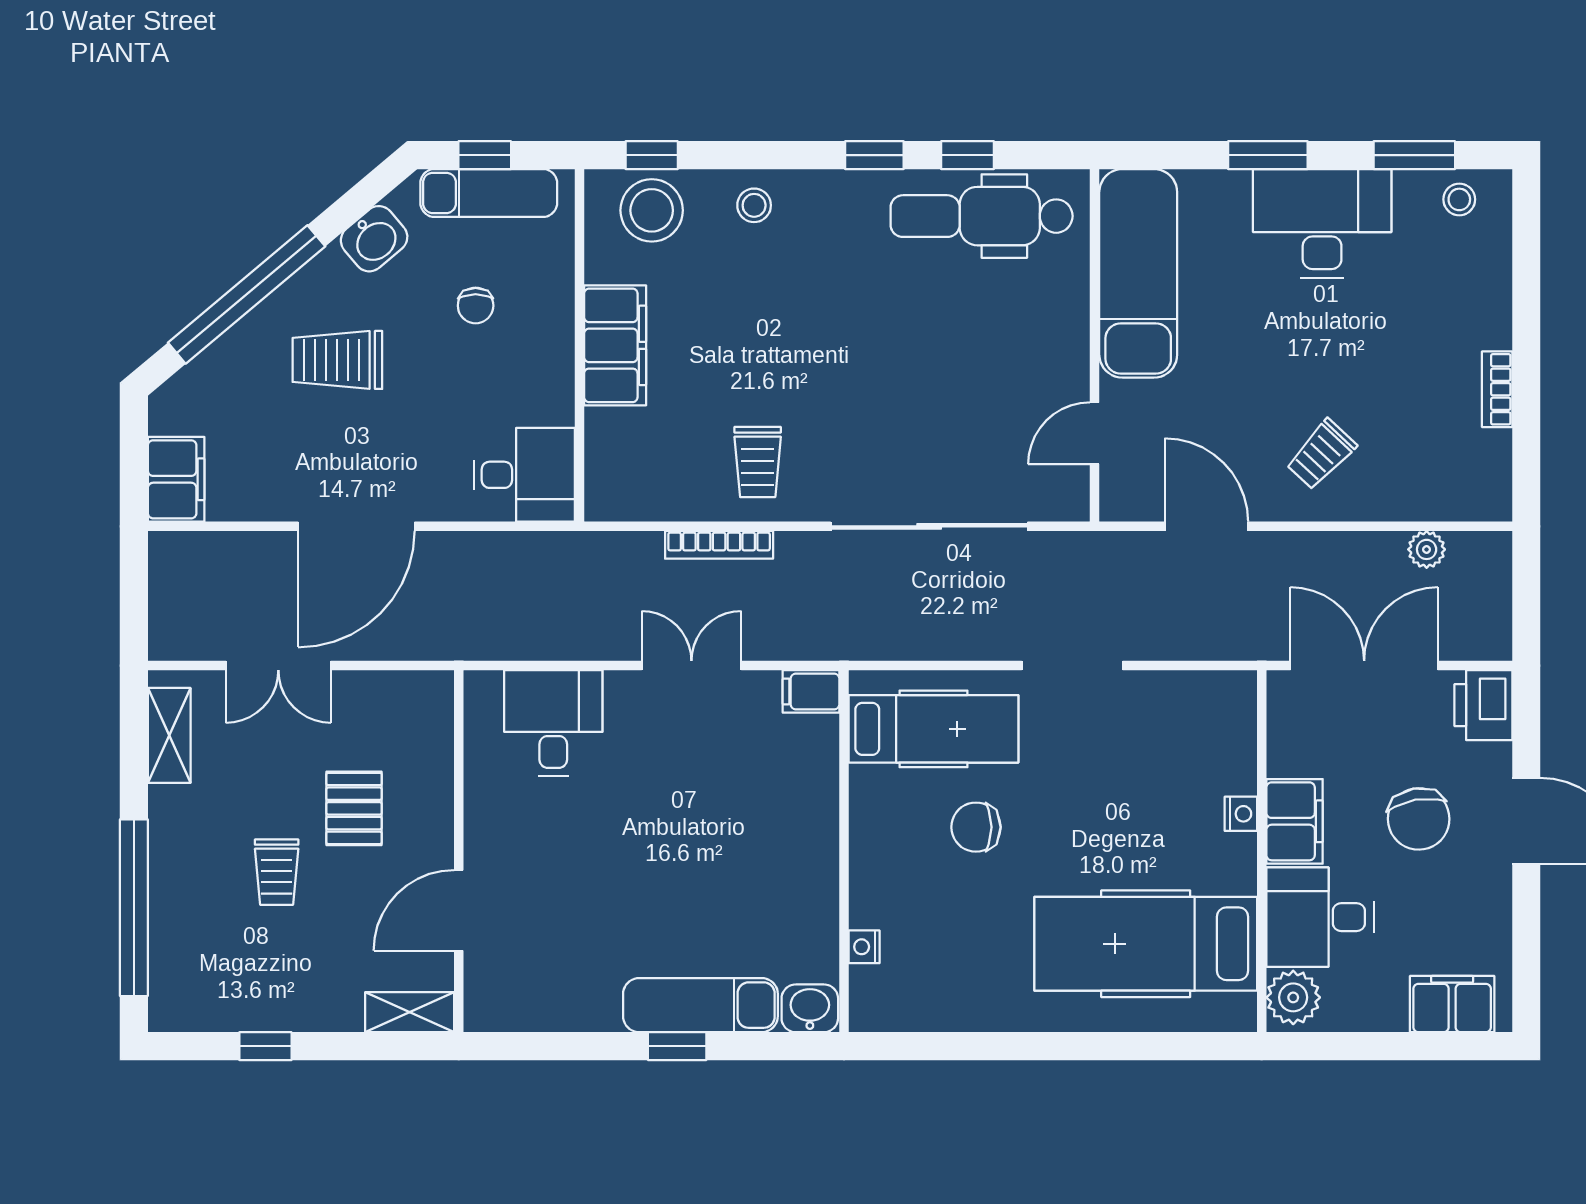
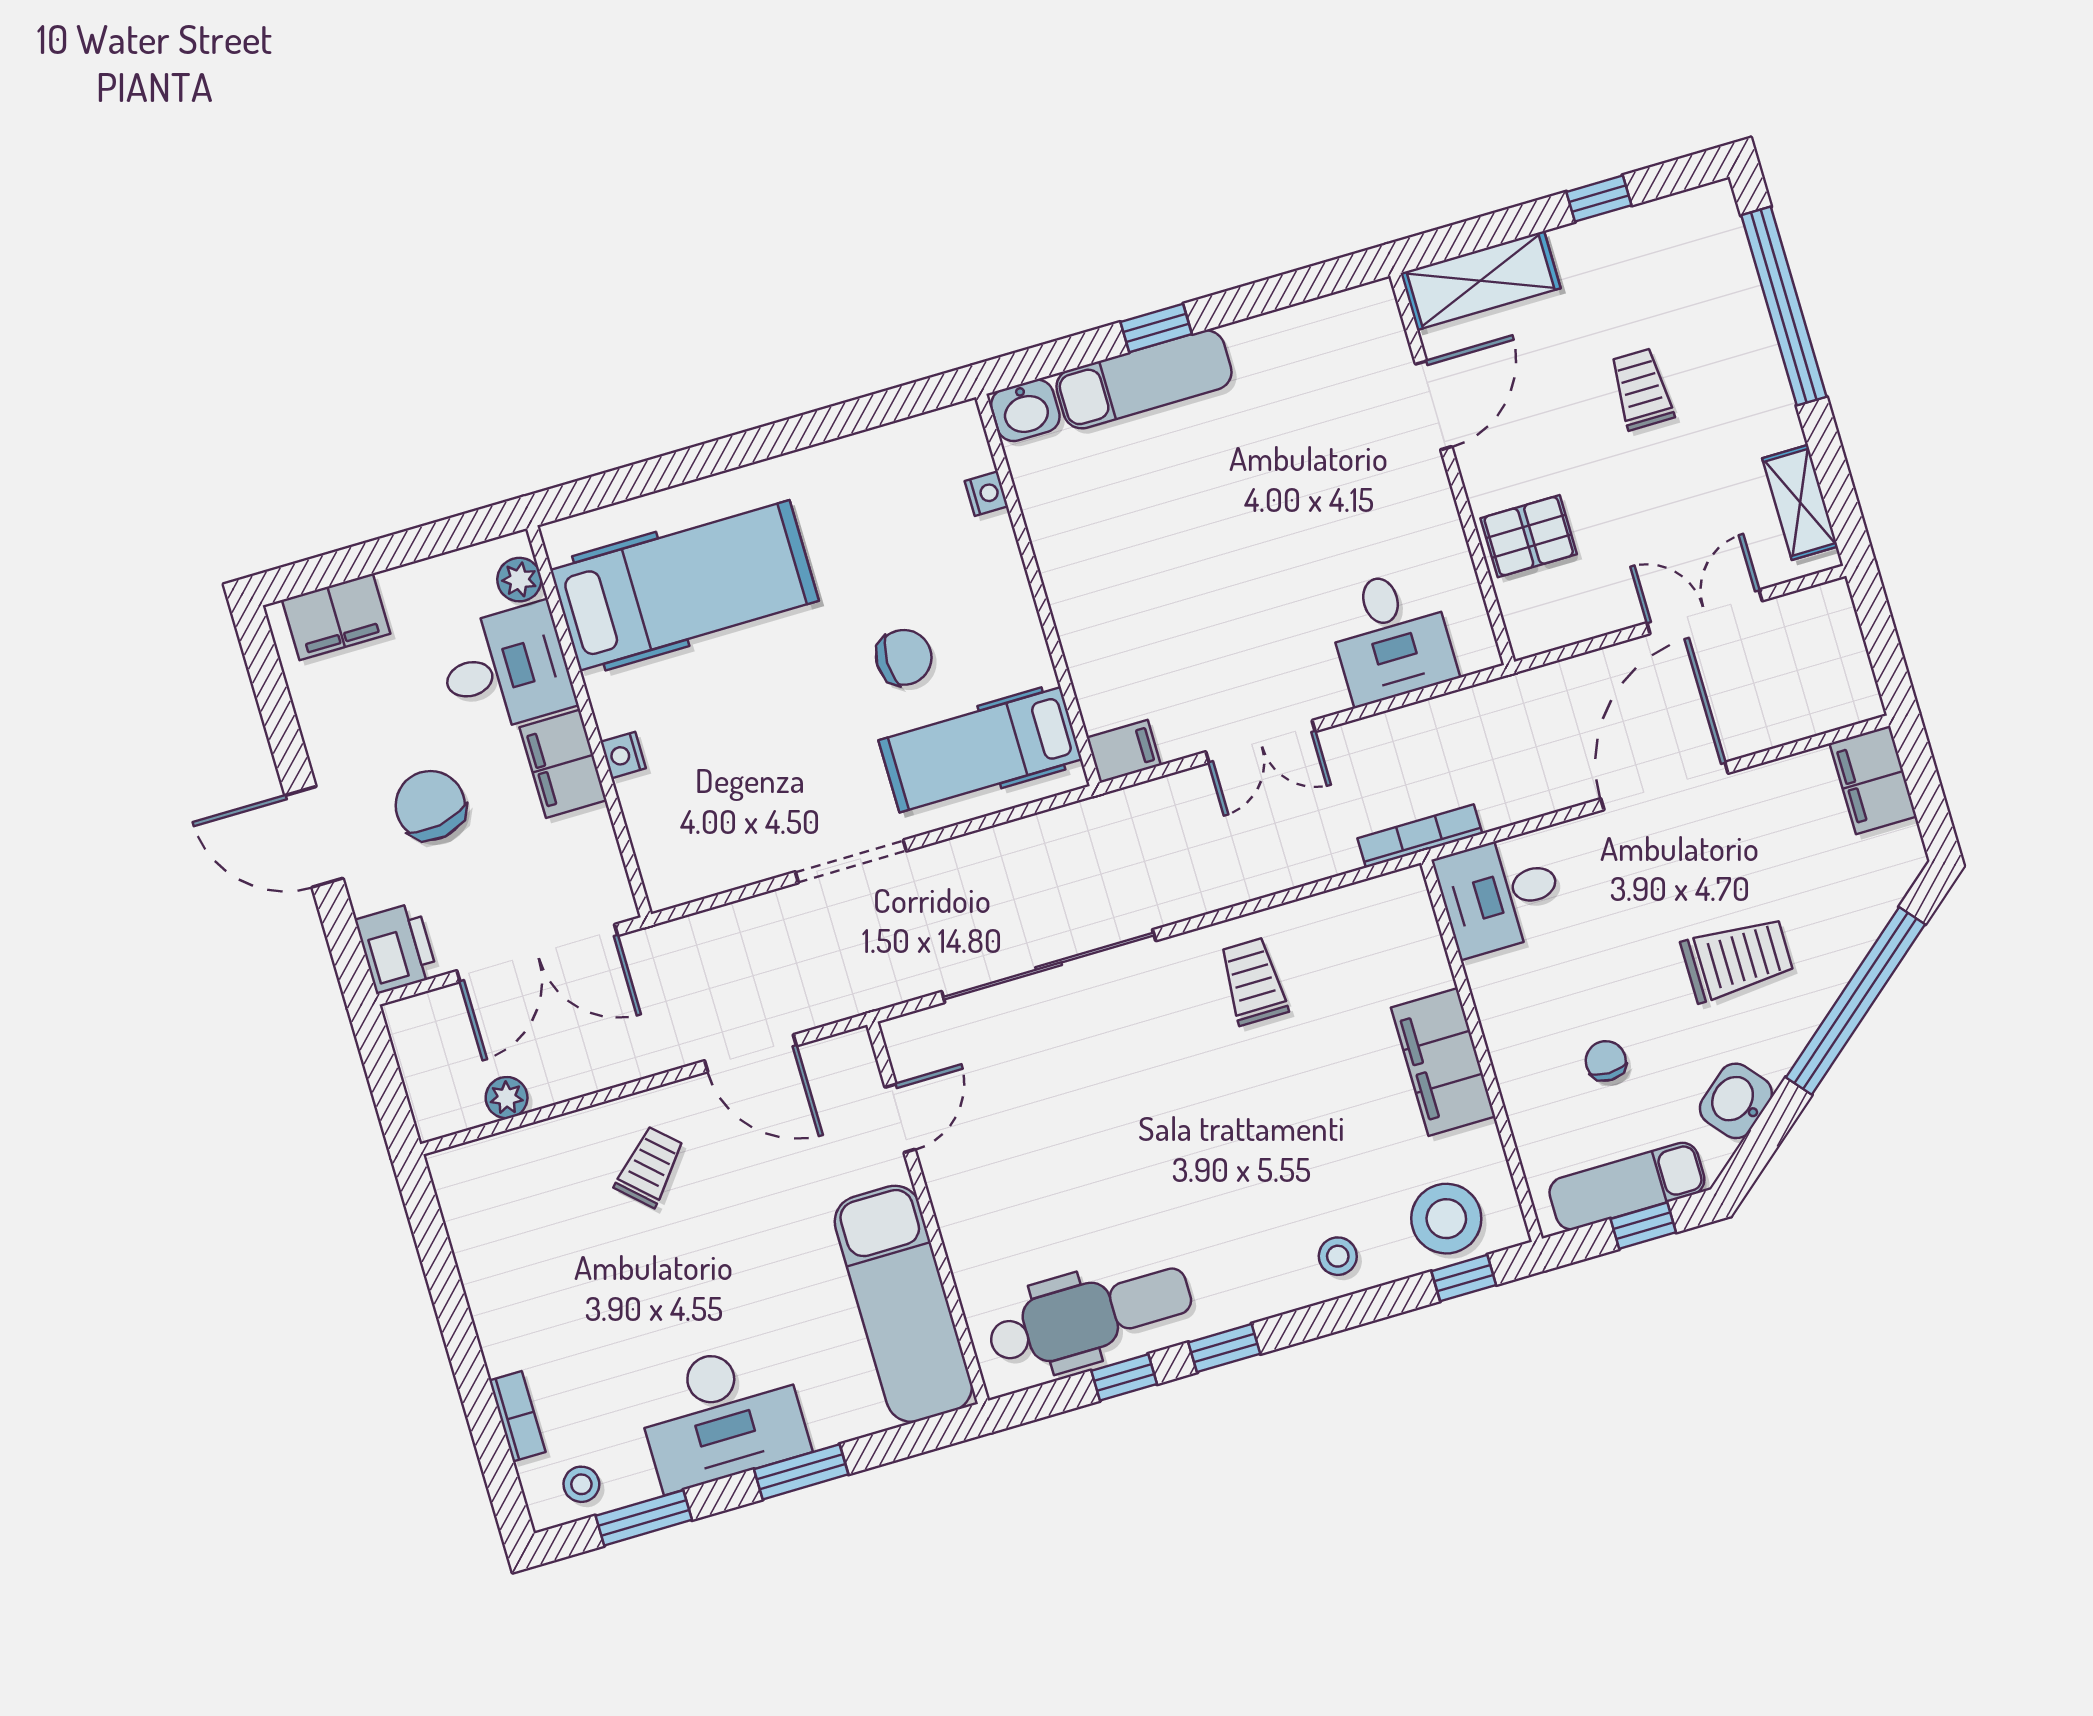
bookcase: (1497, 389) -> (517, 1416), moved
bookcase: (719, 545) -> (1420, 836), moved
pallet: (354, 808) -> (1529, 536), moved, turned 90
plant: (1293, 997) -> (519, 580), width x0.73, depth x0.73
shelving: (410, 1012) -> (1480, 281), width x1.50, depth x1.33

